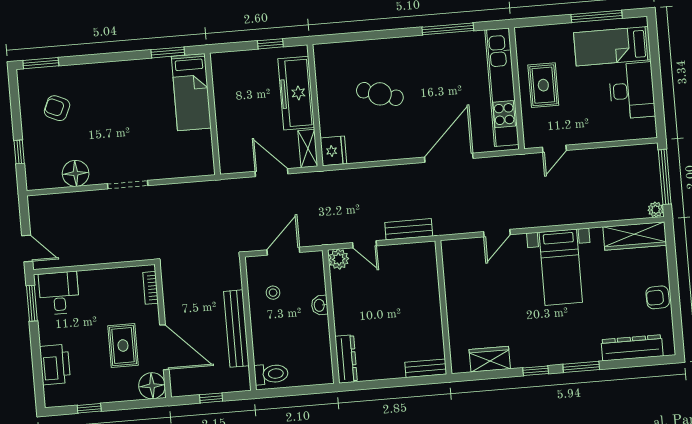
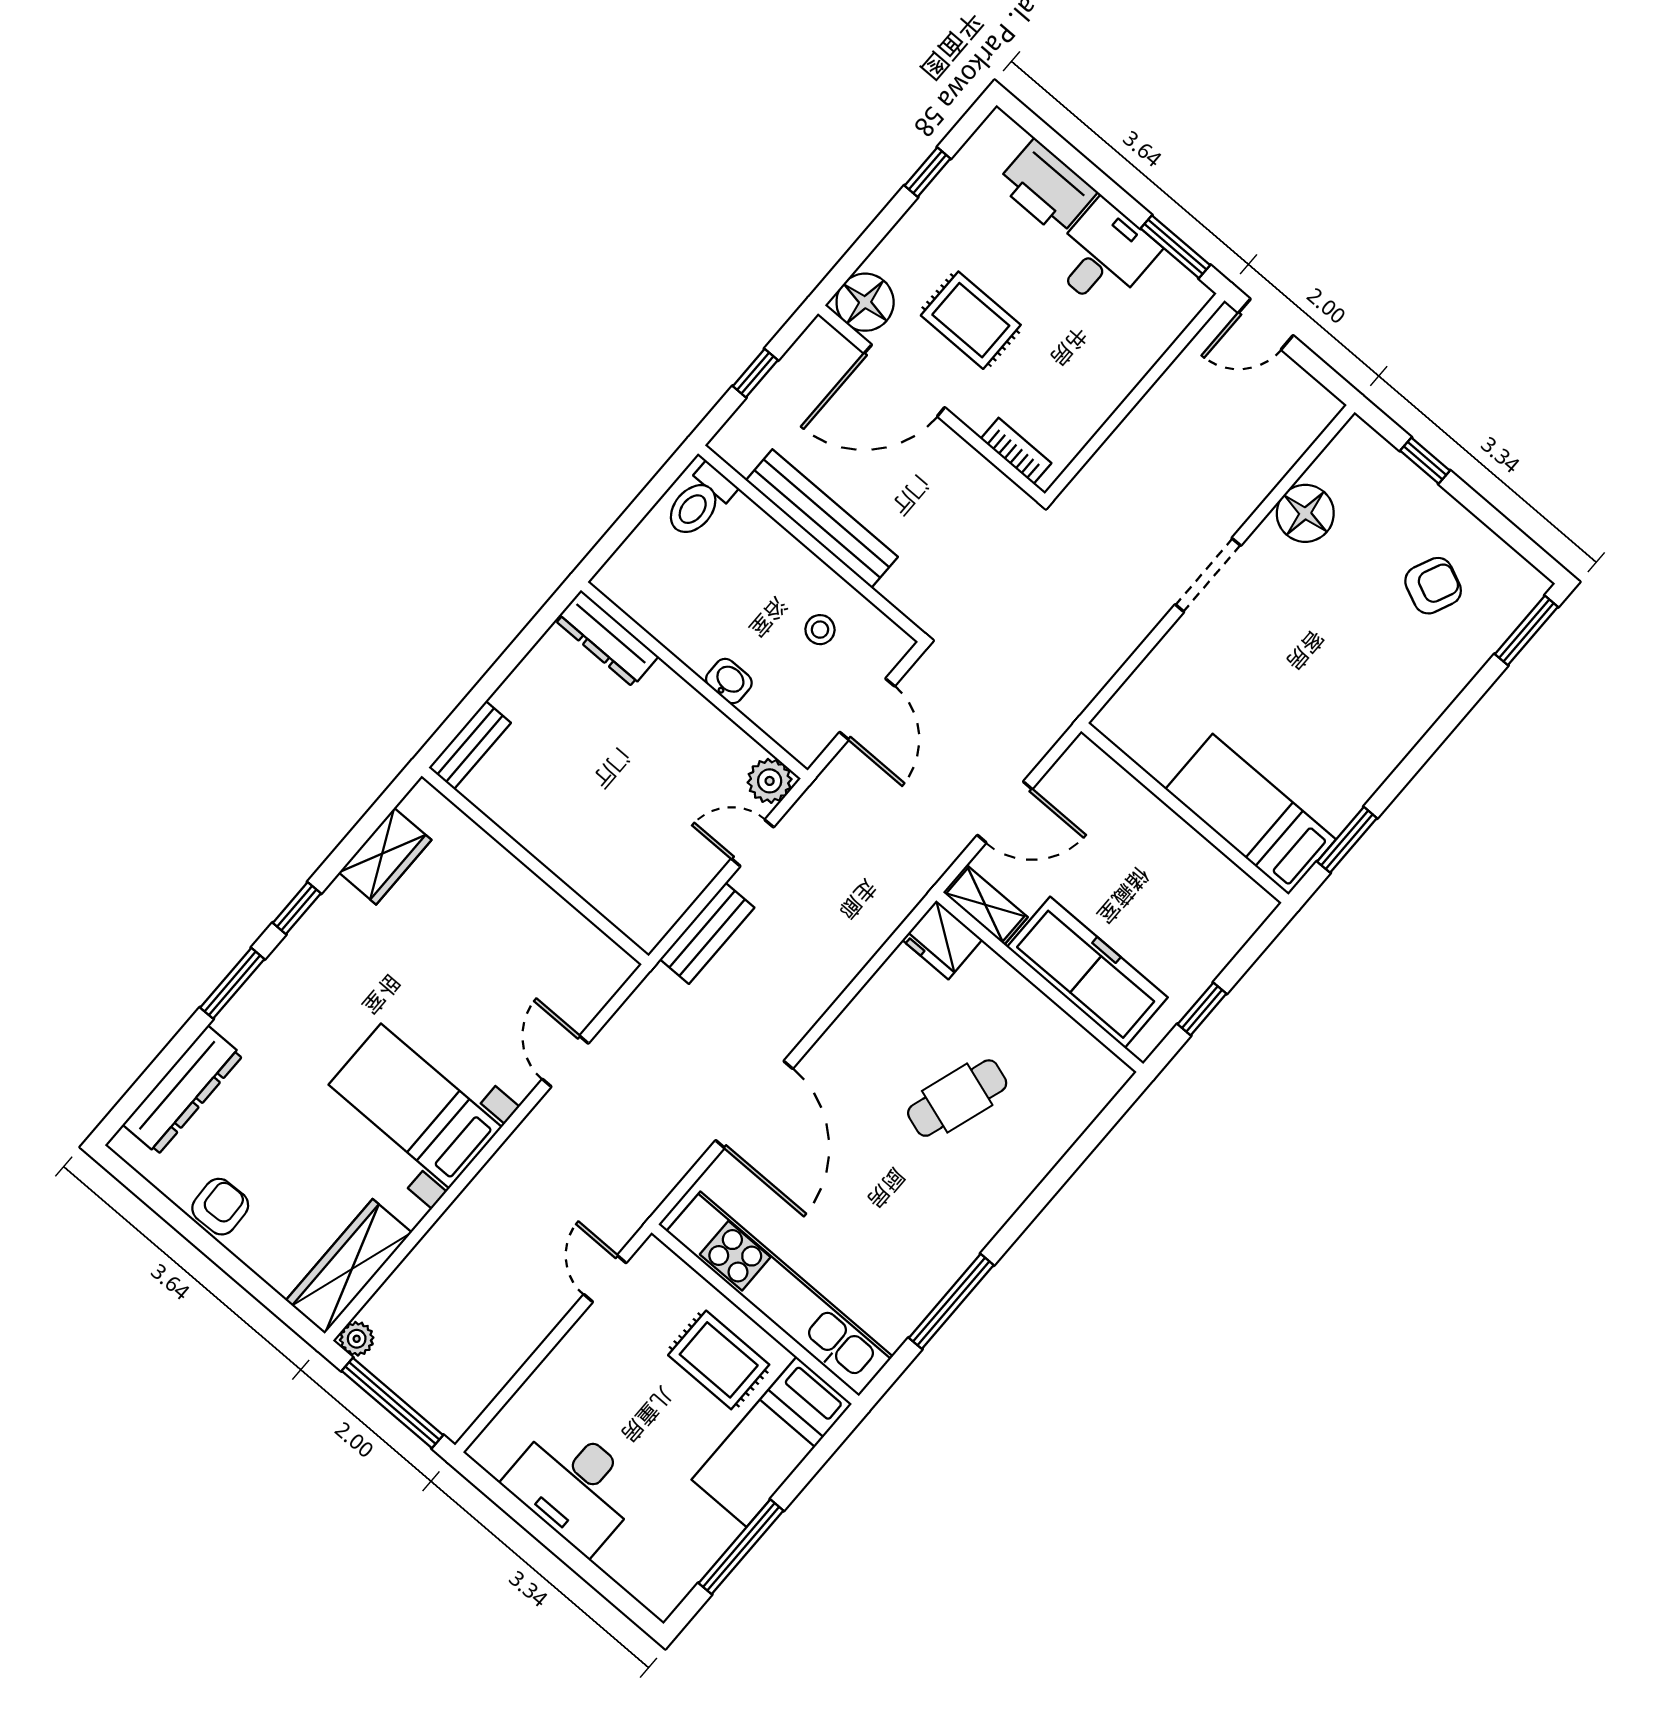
bed: (612, 46) -> (772, 1442), moved, turned 180
desk: (59, 293) -> (1103, 255), moved, turned -90

